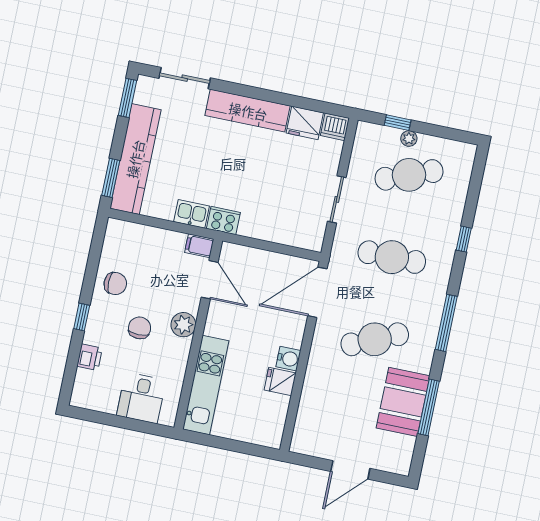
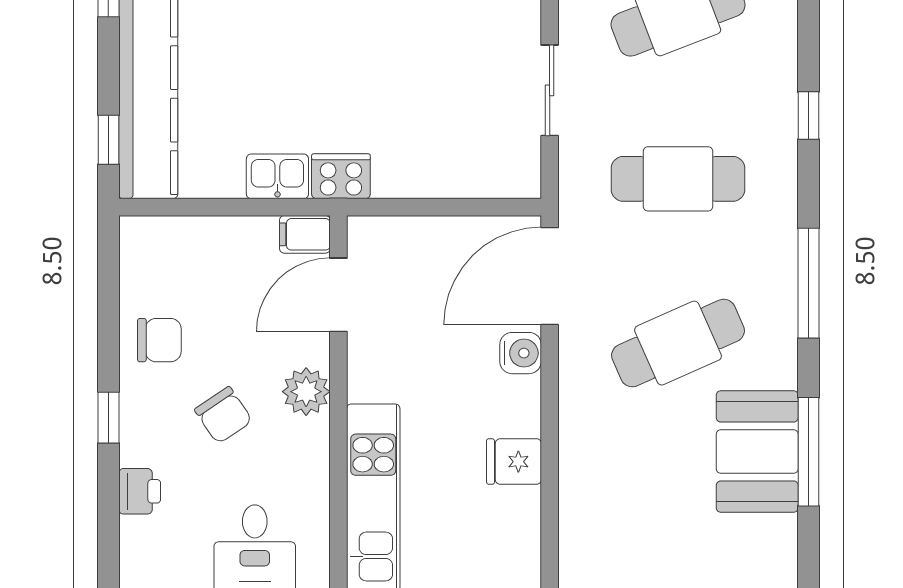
window: (111, 178) -> (108, 140), width x0.67
door: (210, 280) -> (338, 295), swing flipped
chair: (140, 328) -> (223, 415), turned 146
water cooler: (288, 359) -> (521, 353), moved

